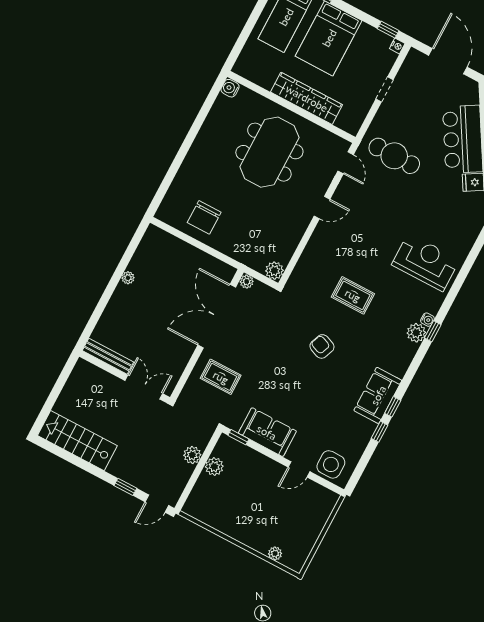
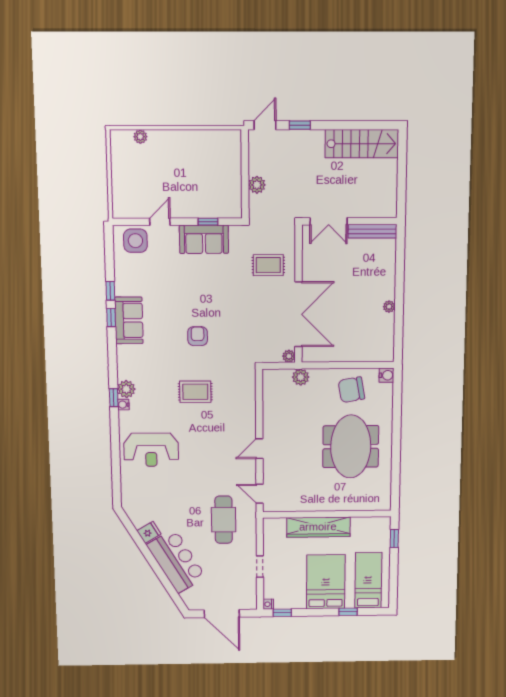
window: (239, 46) -> (394, 538), added
water cooler: (230, 88) -> (386, 375), moved
meeting table: (269, 152) -> (351, 447), moved
cafe table: (394, 156) -> (224, 520), turned 90
chair: (204, 217) -> (351, 390), turned -100
plant: (274, 271) -> (301, 377), moved
armchair: (322, 346) -> (198, 336), turned -111
window: (238, 437) -> (208, 222), moved
plant: (214, 467) -> (233, 185), removed

